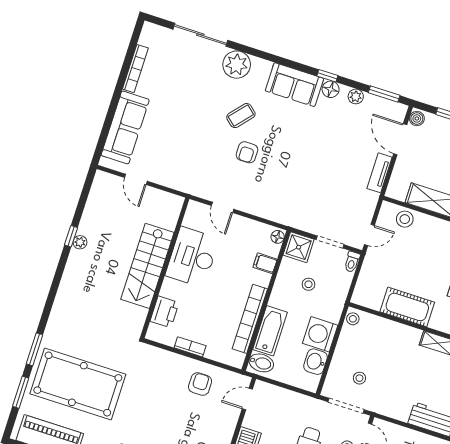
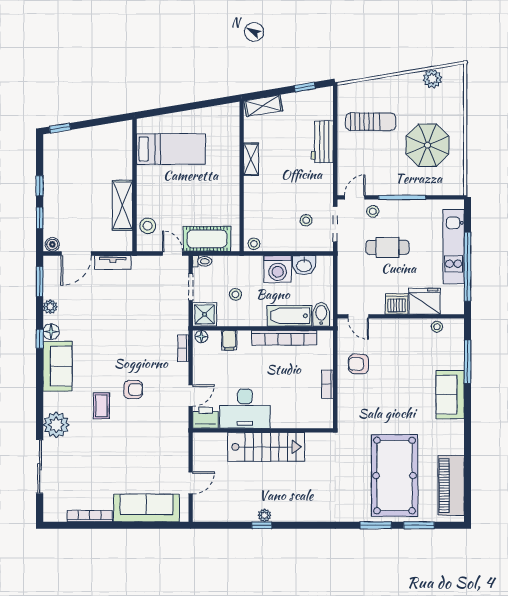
coffee table: (241, 116) -> (101, 406), turned 49
bookcase: (272, 215) -> (183, 348), added
cot: (407, 307) -> (207, 239), moved, turned 90
printer: (164, 312) -> (206, 418), moved

